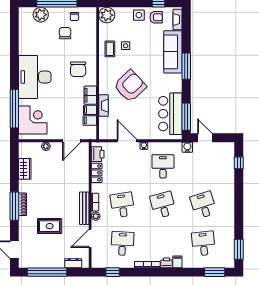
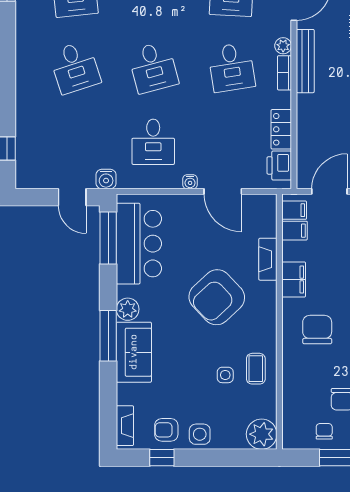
sofa: (173, 52) -> (134, 352), width x0.73
plant: (176, 80) -> (128, 309), added
filing cabinet: (90, 110) -> (294, 210), moved

